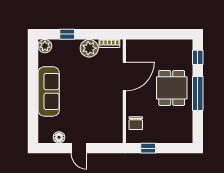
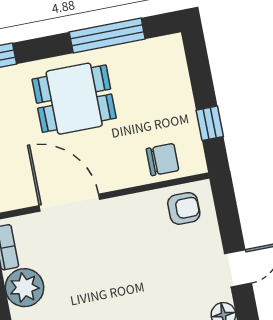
window: (198, 94) -> (107, 35), moved
armchair: (111, 129) -> (184, 208), added

